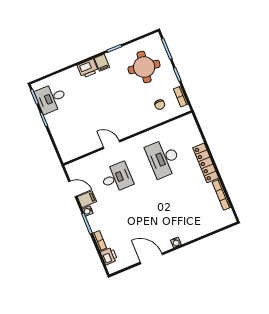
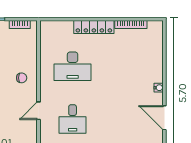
chair: (160, 105) -> (22, 78), moved
desk: (117, 178) -> (73, 119), turned 180
door: (151, 258) -> (164, 118), hinge flipped

